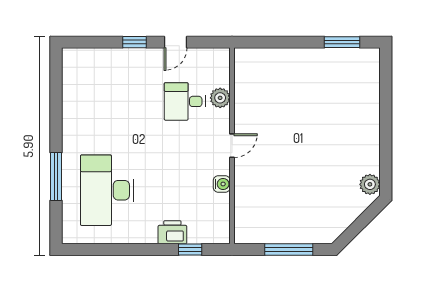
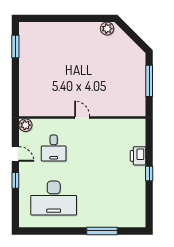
plant: (220, 98) -> (25, 125), moved
water cooler: (222, 184) -> (107, 124), removed
desk: (107, 190) -> (54, 198), moved
window: (190, 250) -> (149, 174), moved

